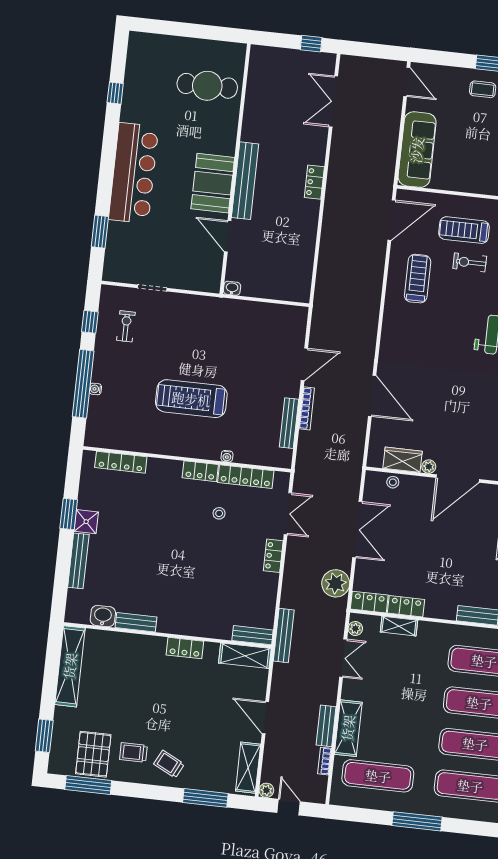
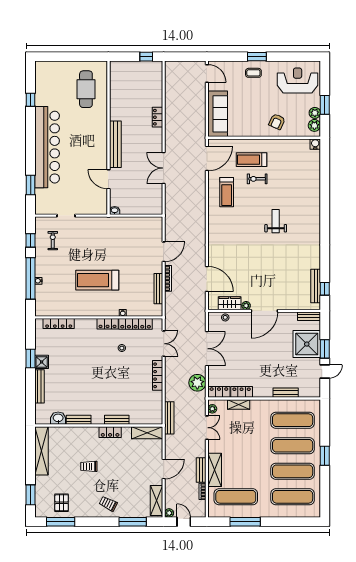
cafe table: (207, 86) -> (86, 89), turned 90
double door: (333, 102) -> (164, 168), moved
bar counter: (134, 173) -> (47, 147), width x1.36
locker: (314, 182) -> (157, 117), moved
booth: (213, 183) -> (96, 148), removed
treadmill: (418, 279) -> (227, 192), turned 180
door: (372, 396) -> (207, 279), moved
locker: (273, 556) -> (158, 375), width x1.53
bench: (253, 635) -> (117, 420), moved
door: (265, 718) -> (164, 469), swing flipped
trolley: (134, 752) -> (89, 466), moved
pallet: (93, 754) -> (62, 503), width x0.67, depth x0.71
window: (417, 821) -> (245, 522), moved

